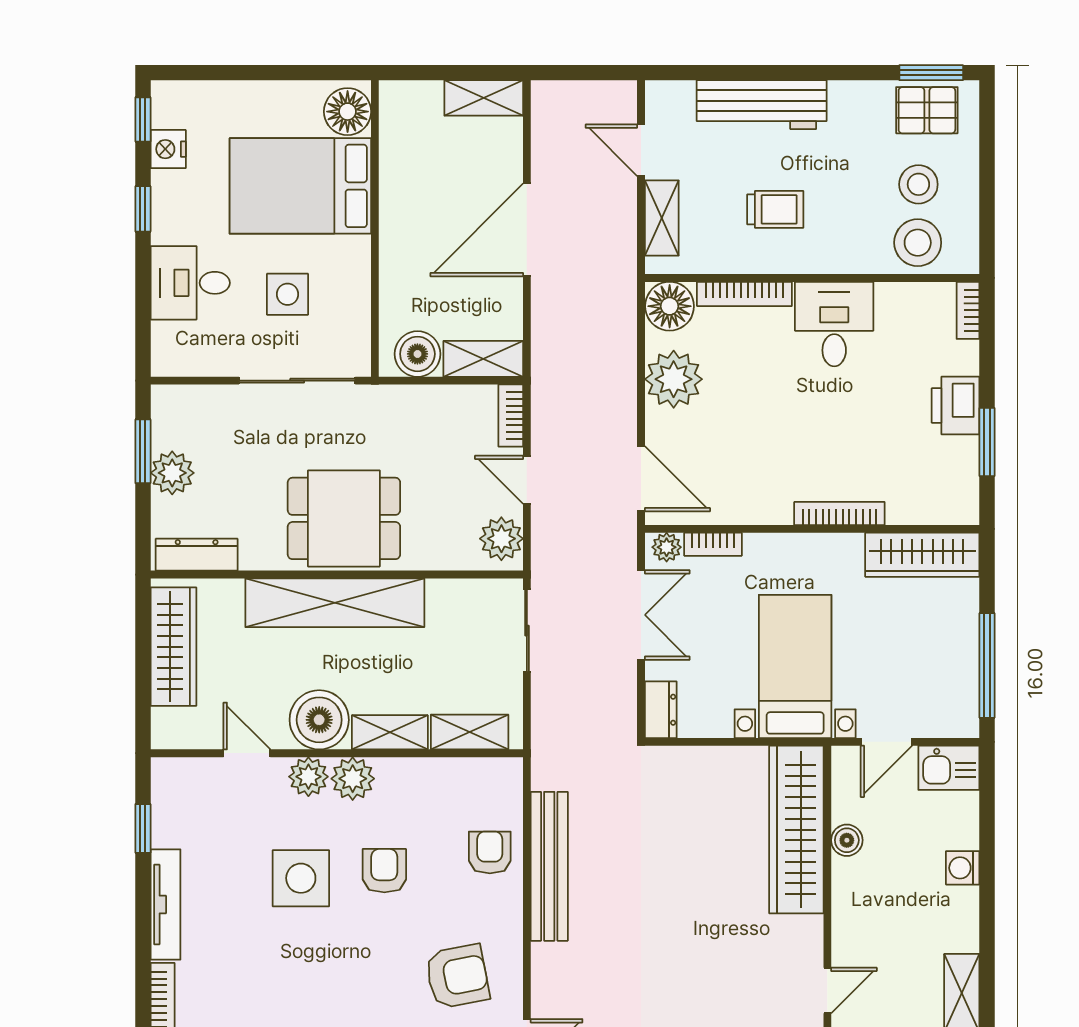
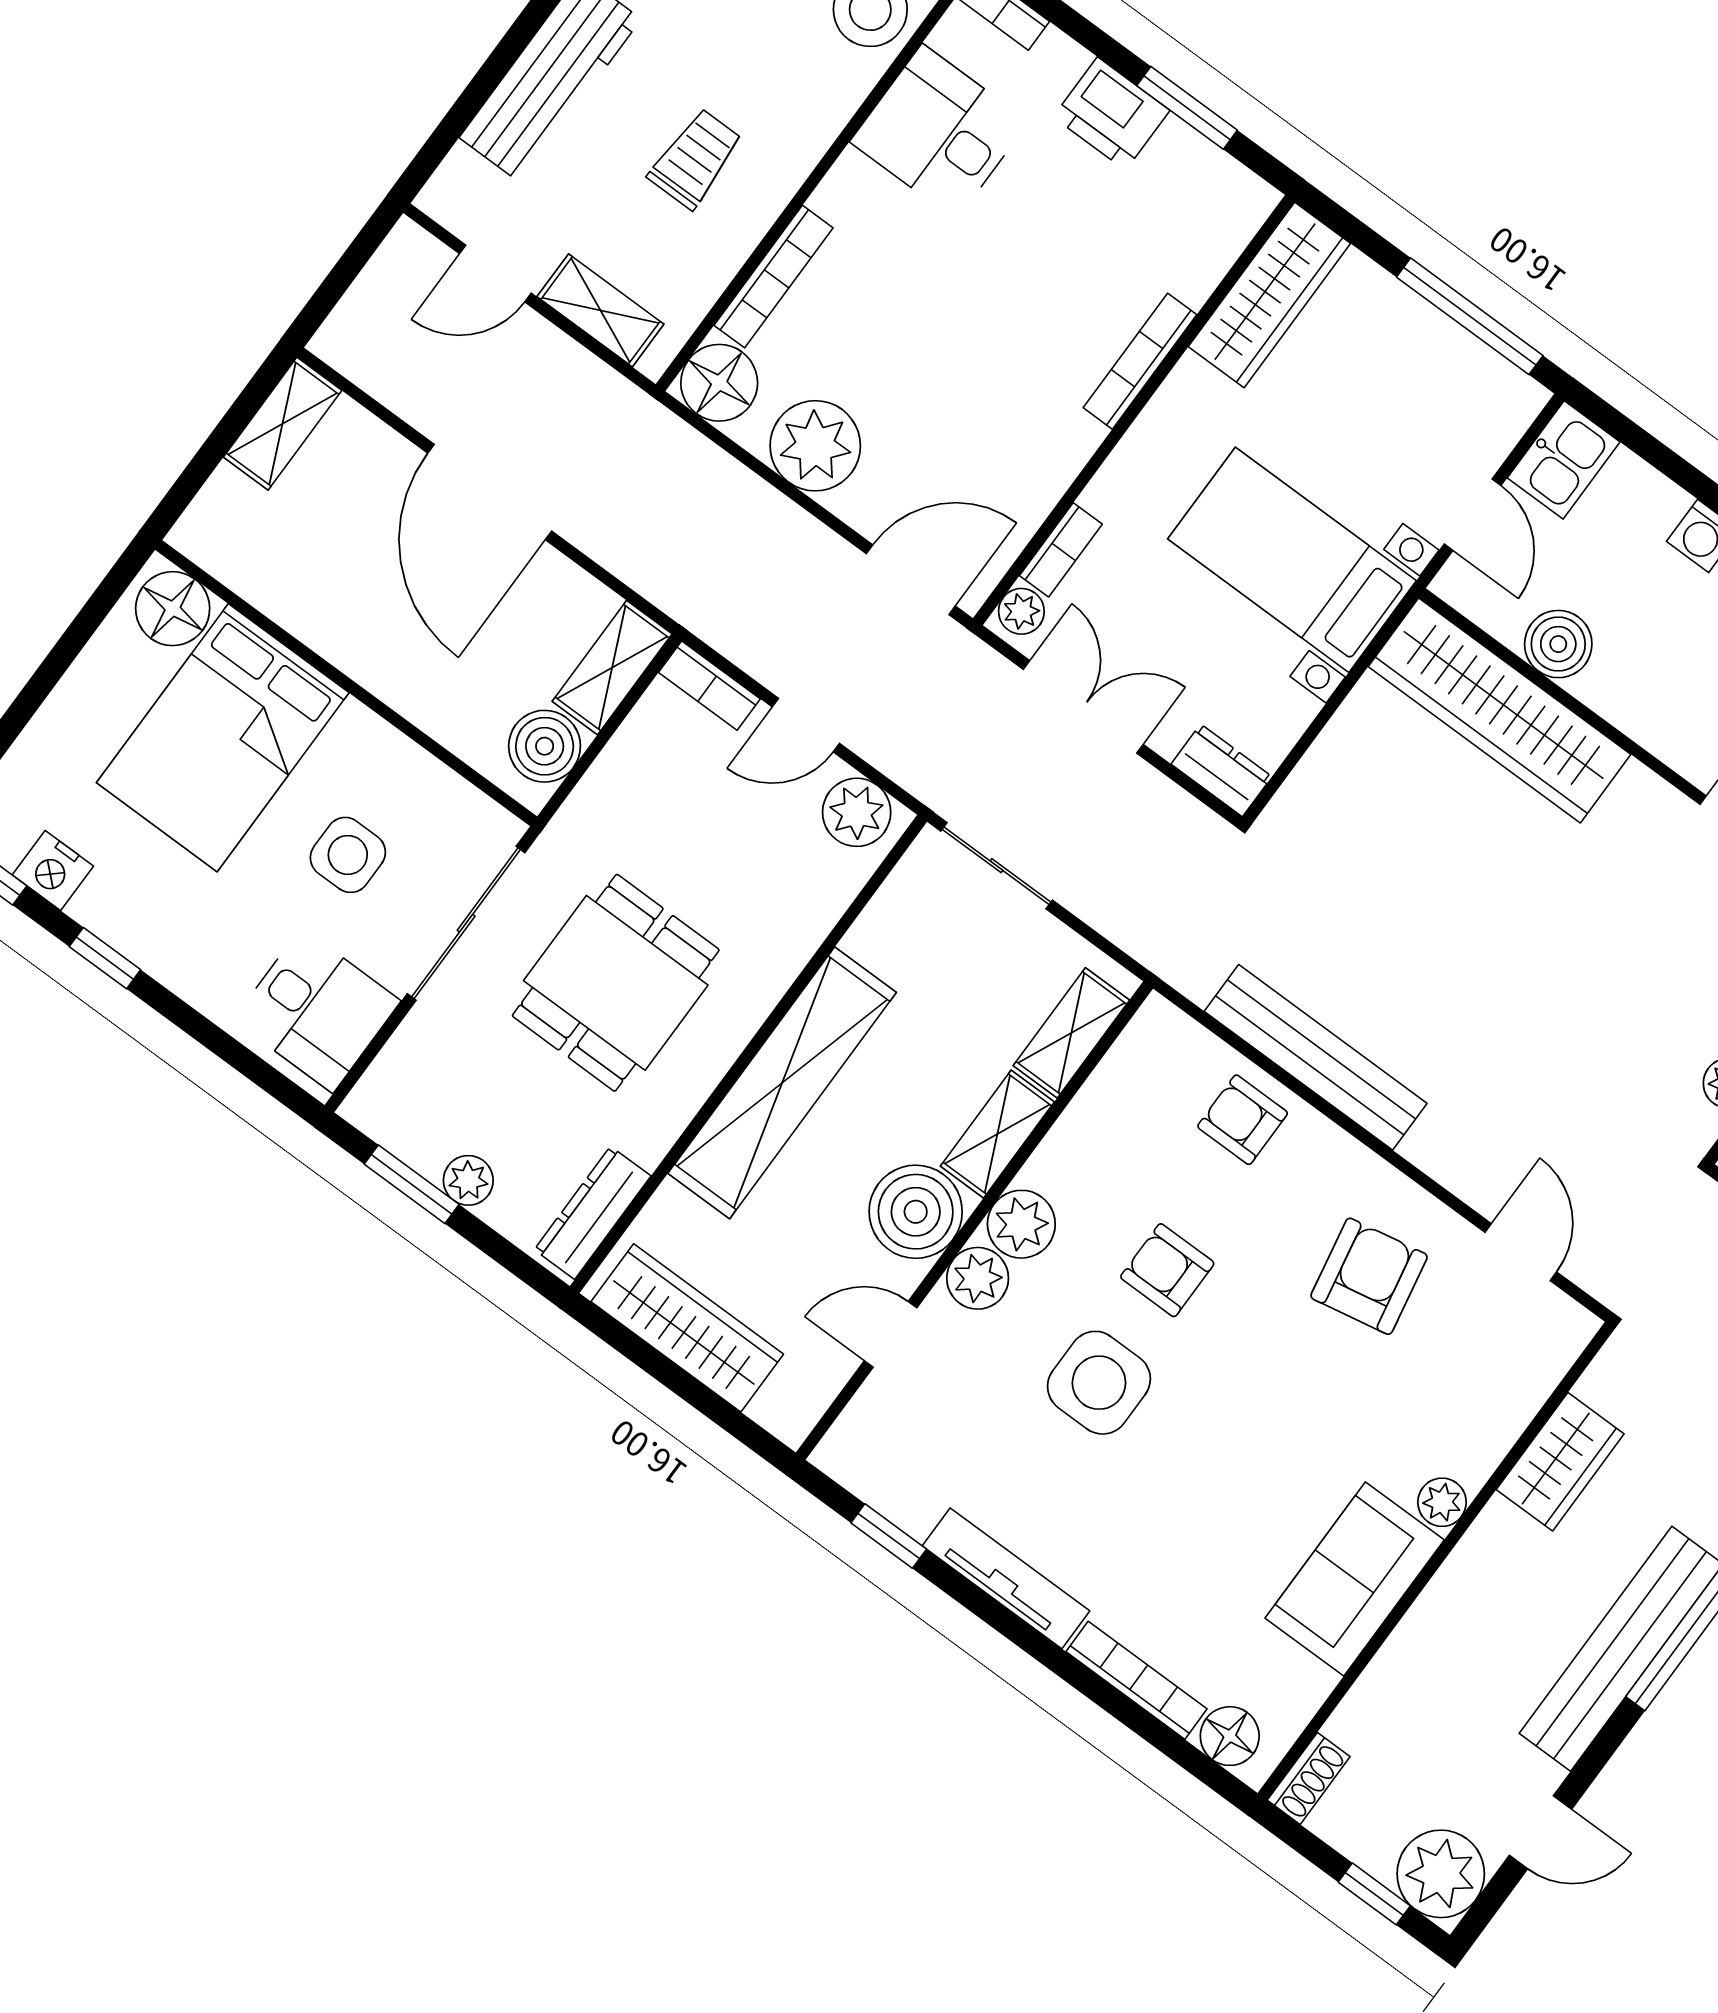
desk: (190, 283) -> (317, 1010), moved, turned -90
desk: (834, 324) -> (939, 132), moved
plant: (172, 473) -> (468, 1180), width x0.73, depth x0.73
dining table: (344, 518) -> (616, 983), moved
boiler: (847, 840) -> (1558, 644), width x1.36, depth x1.36

